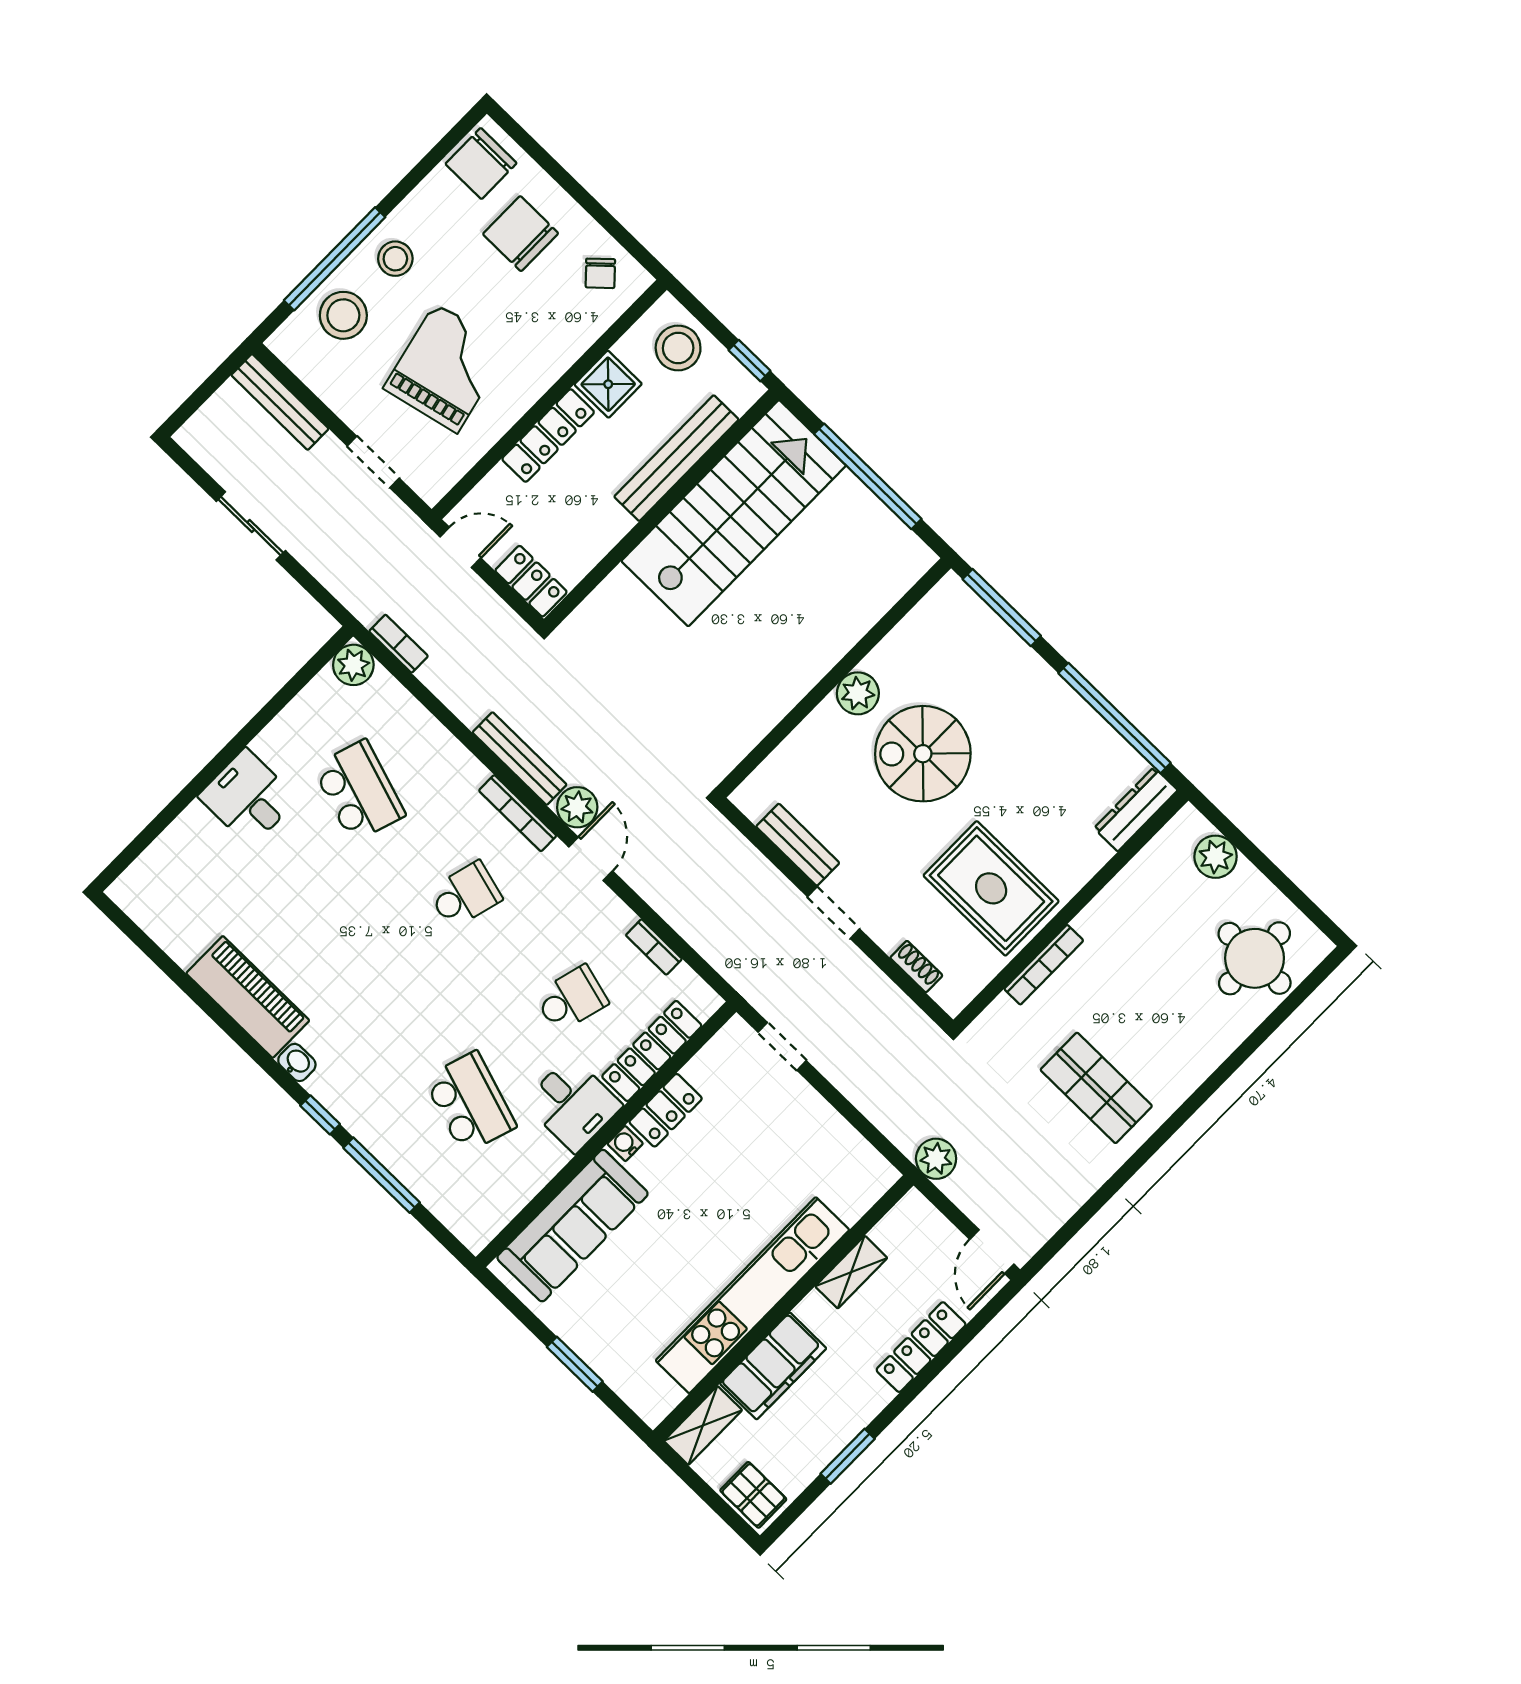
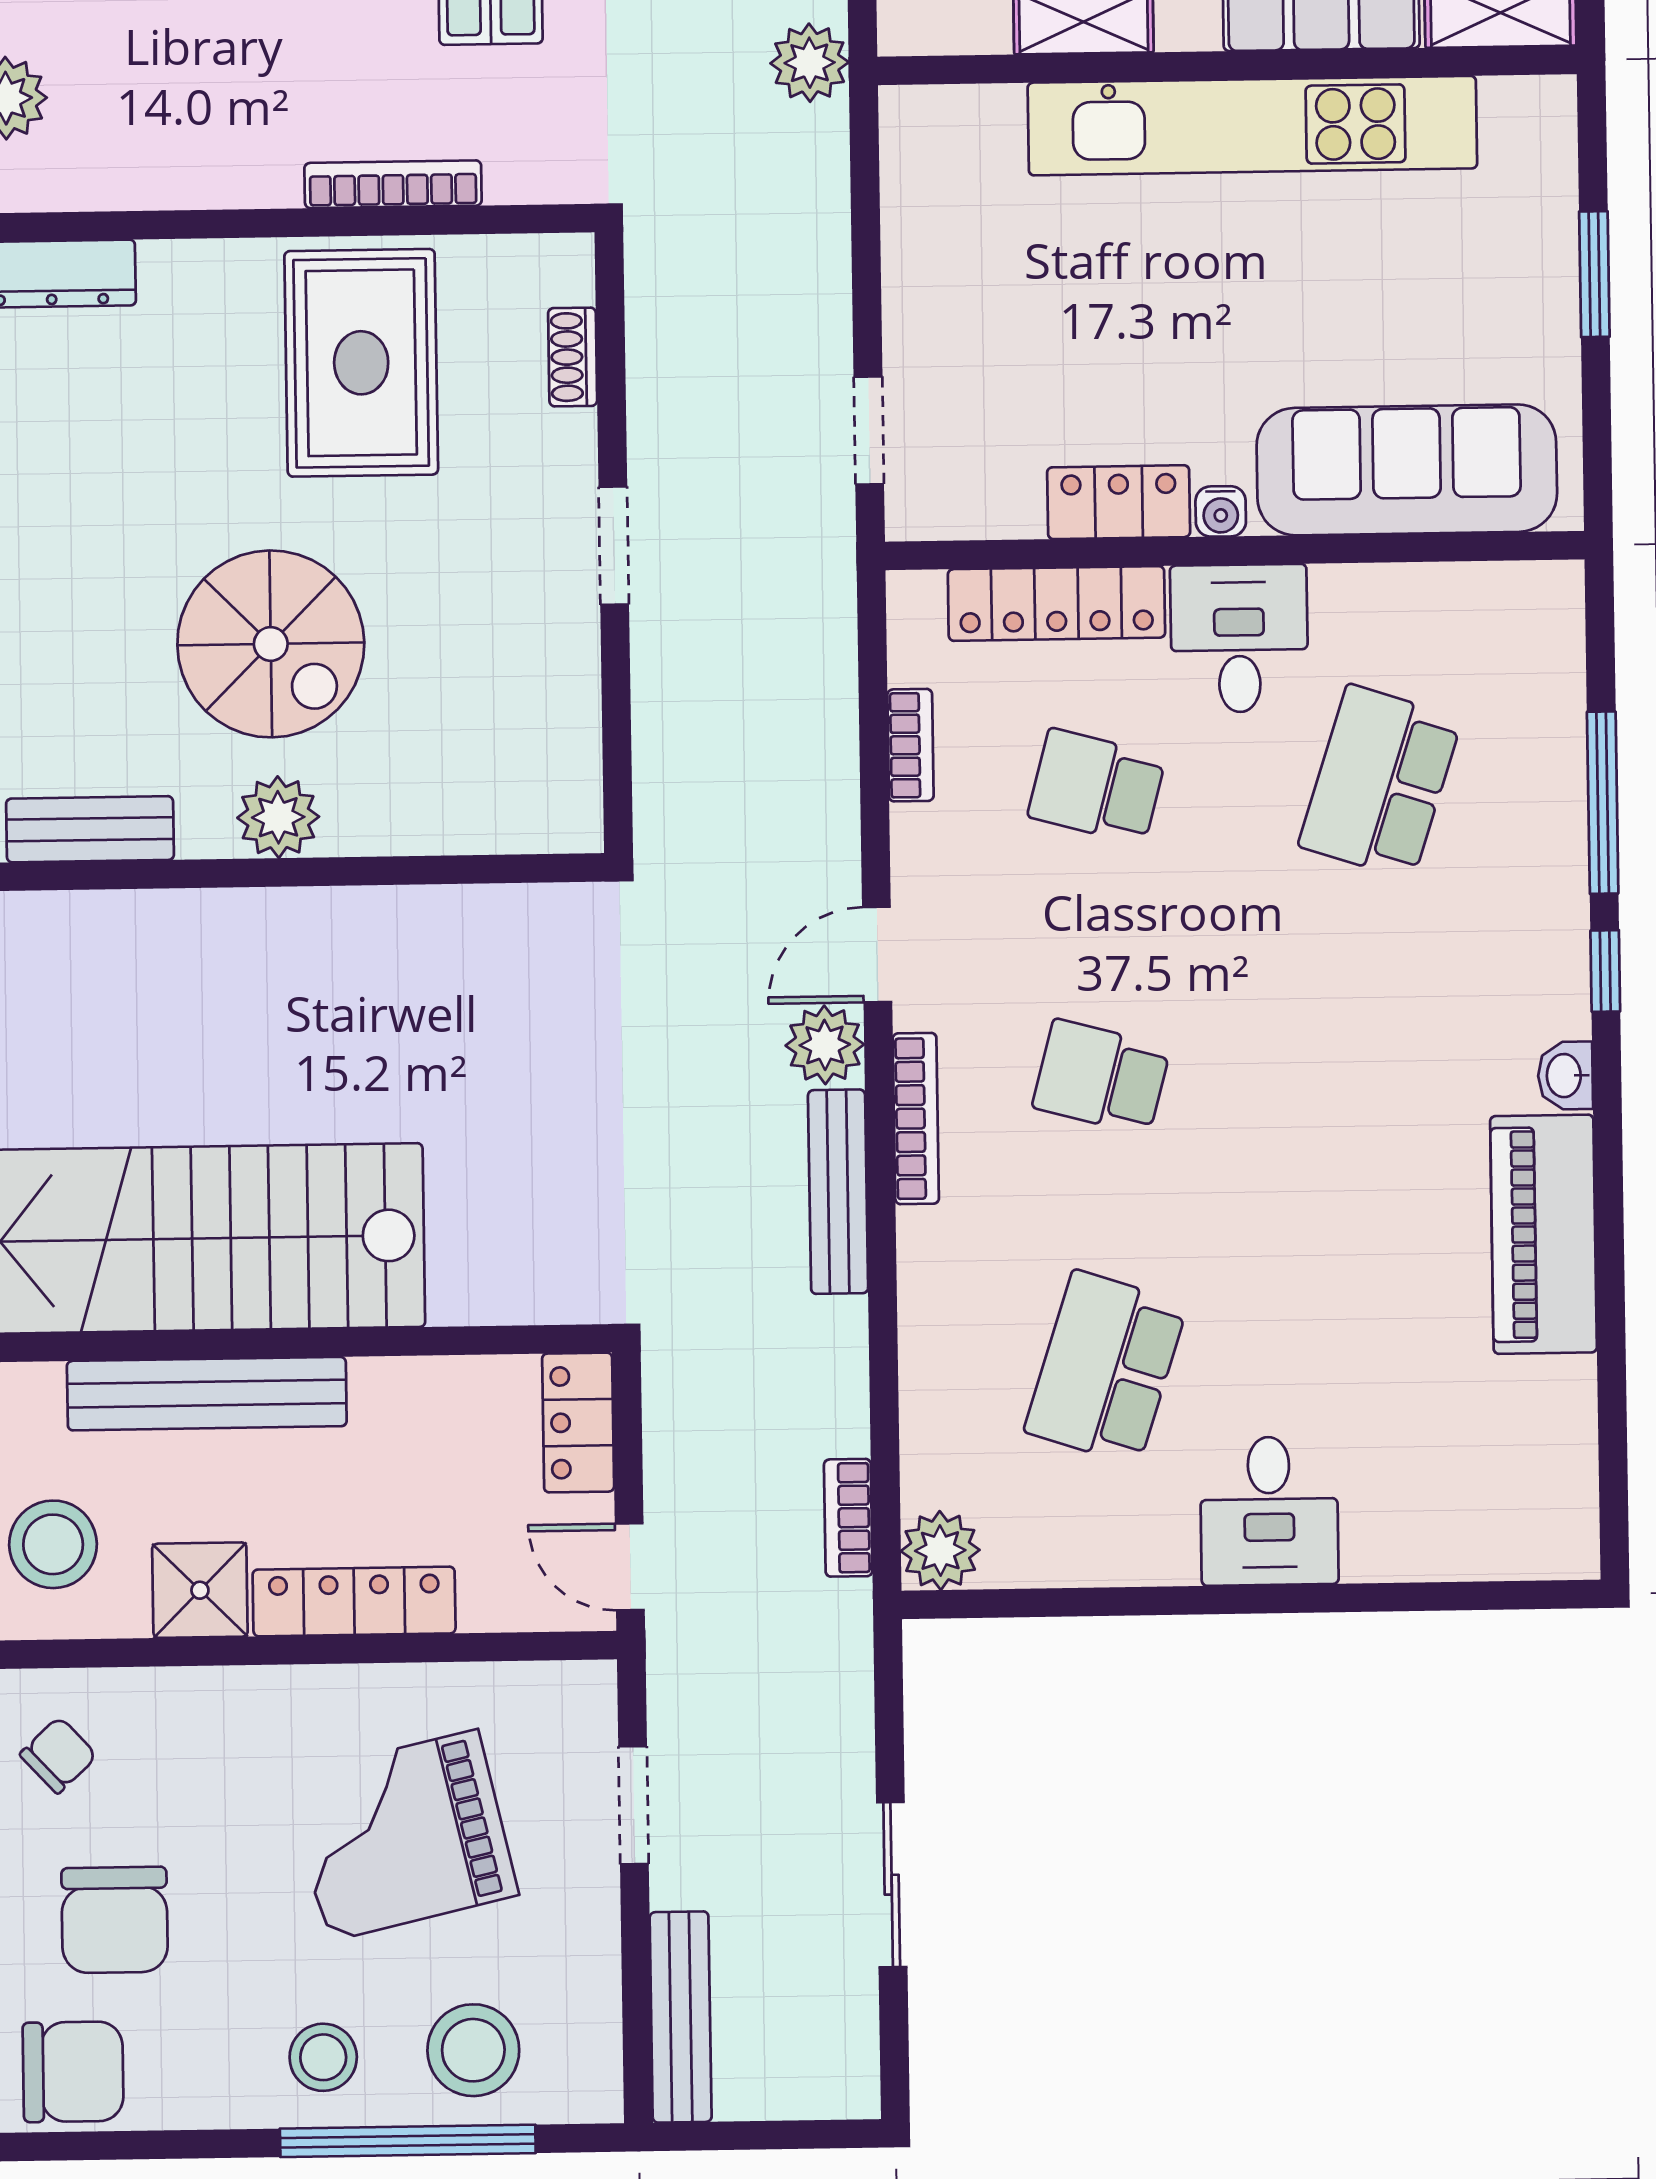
bench: (798, 845) -> (90, 829), moved, turned 90

